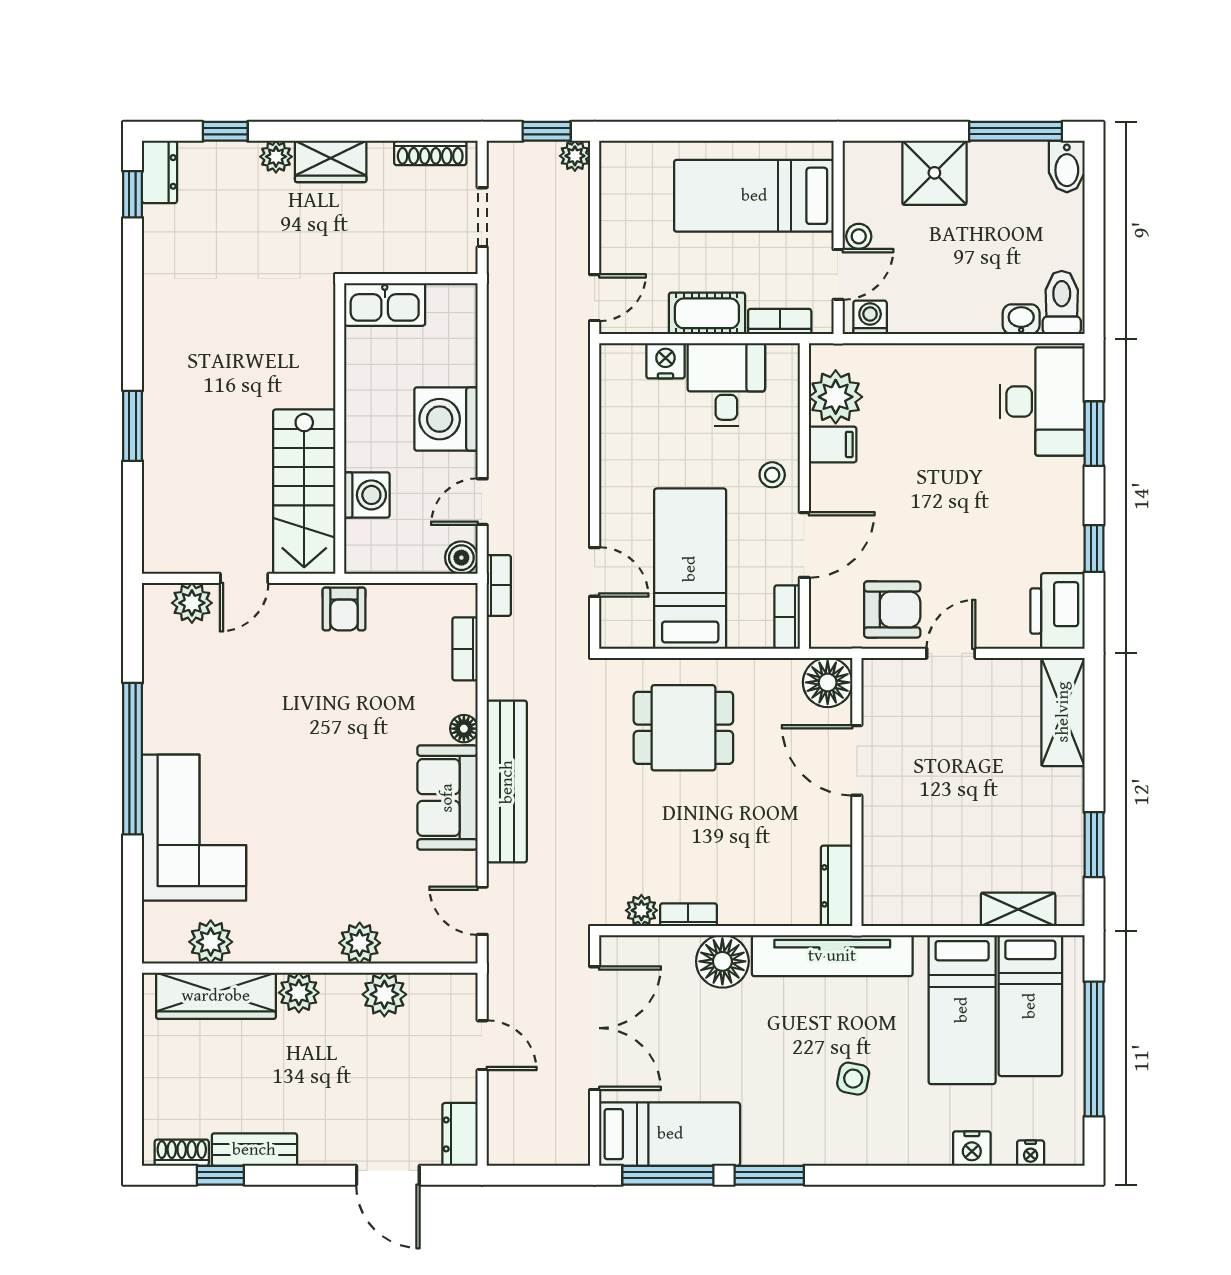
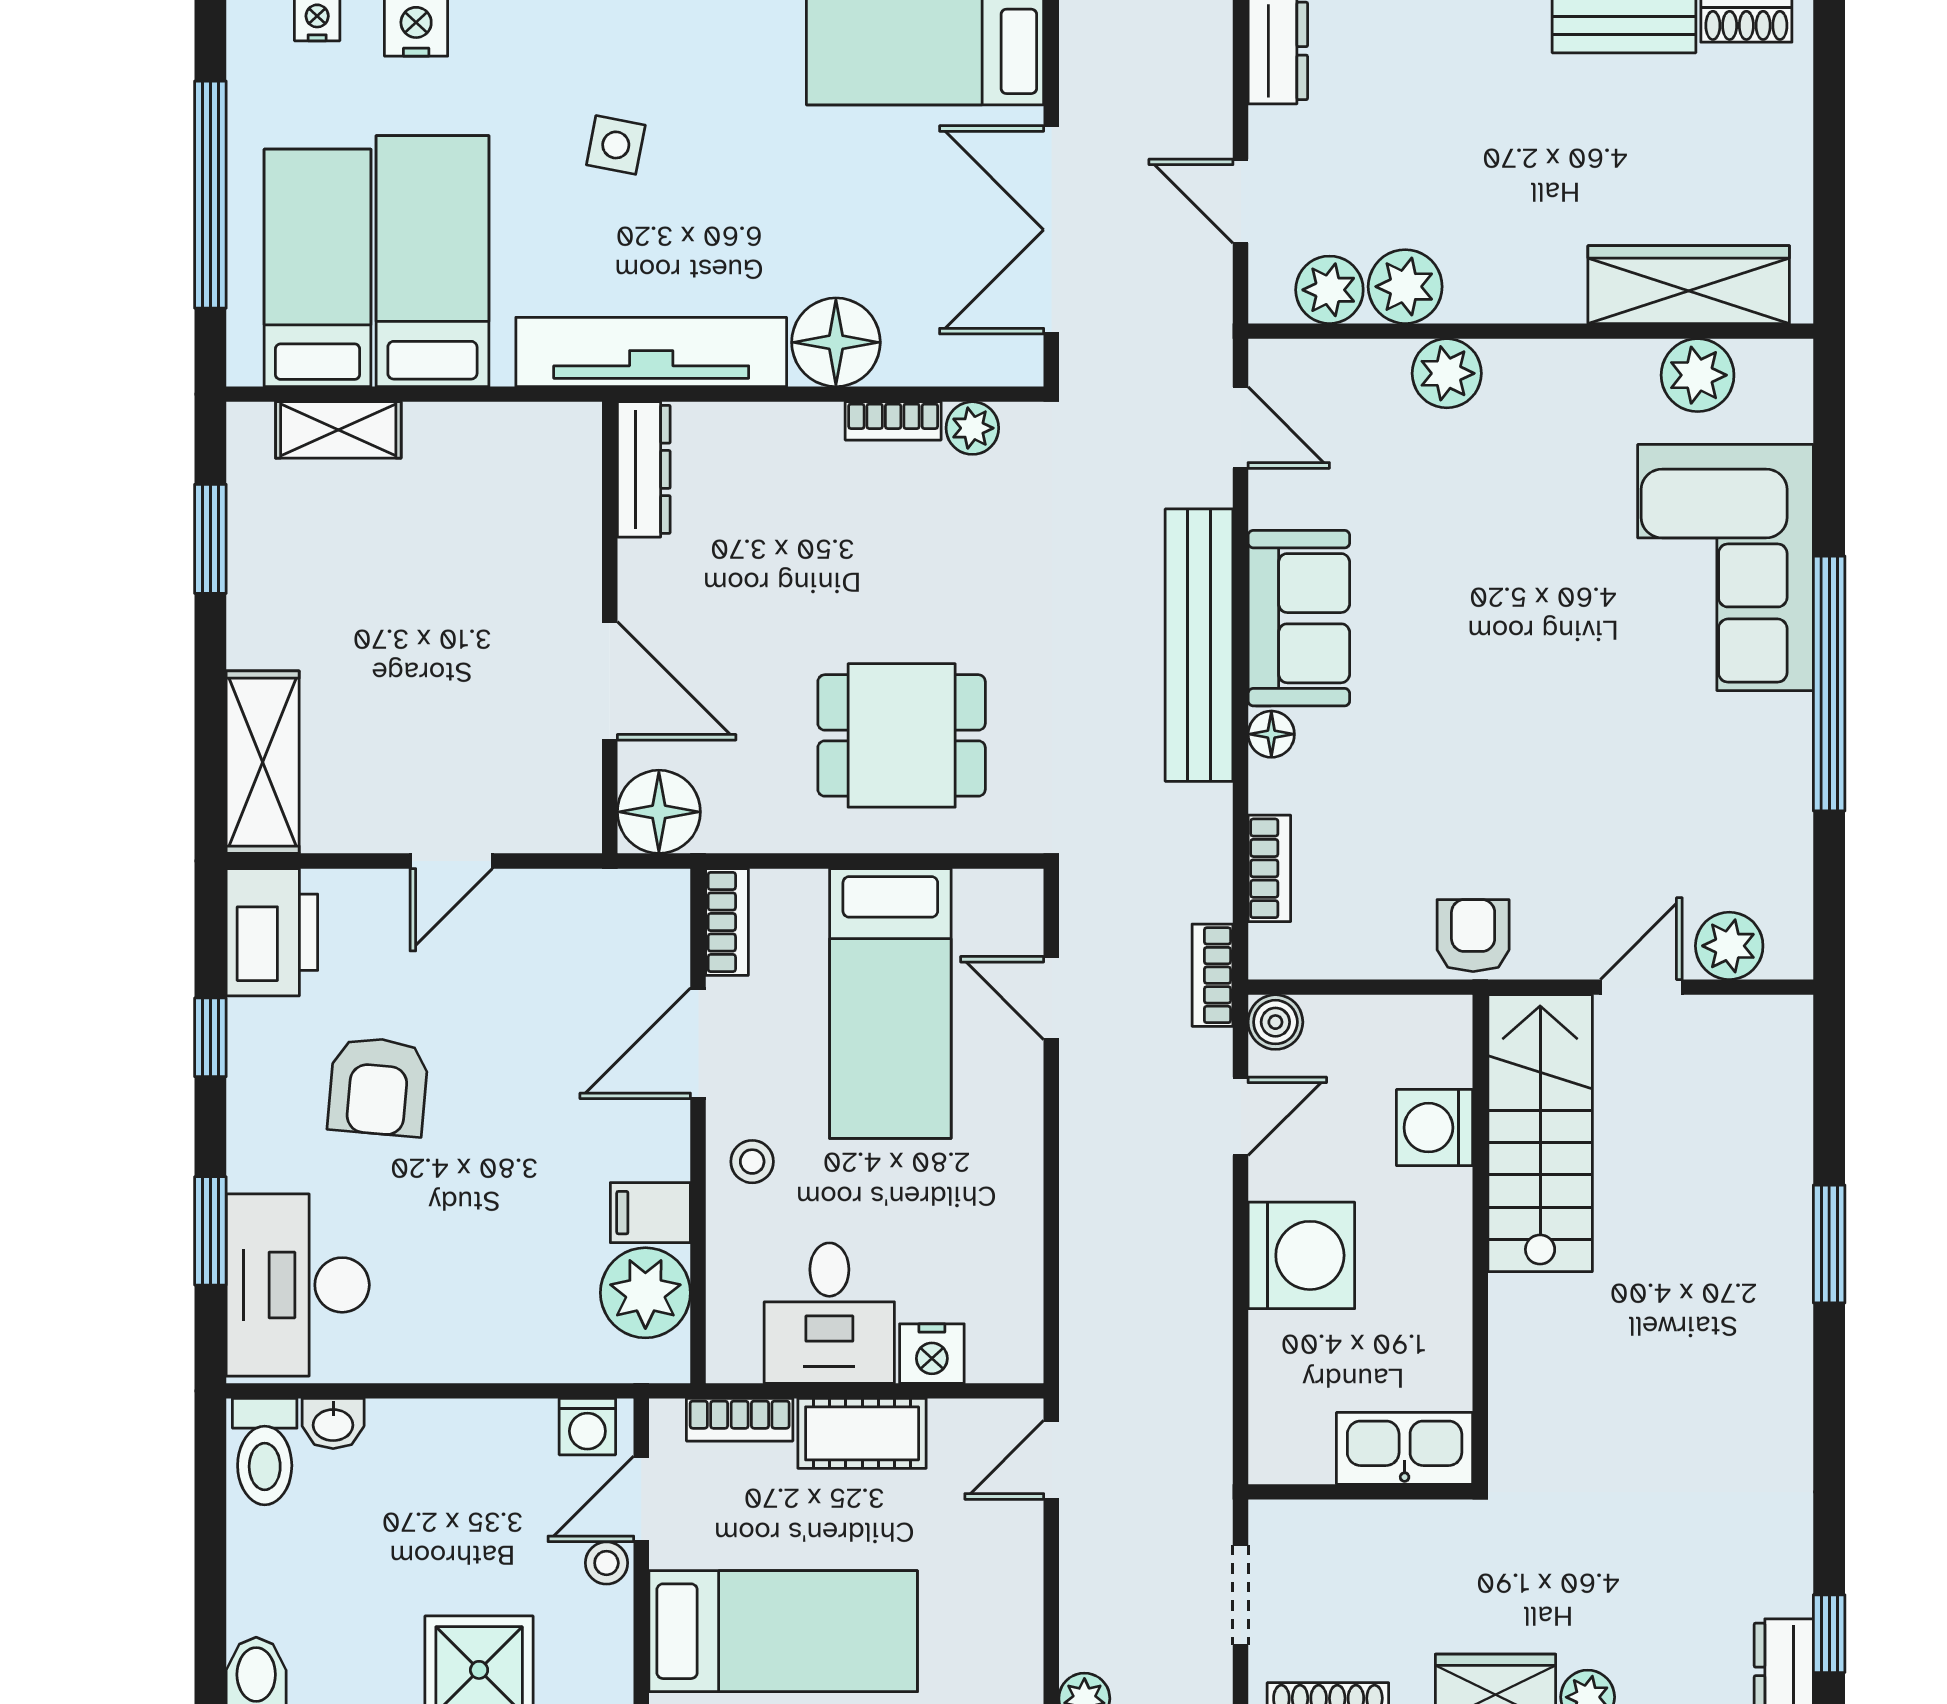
armchair: (892, 609) -> (378, 1086), moved, turned -85
plant: (299, 993) -> (1329, 290), moved

